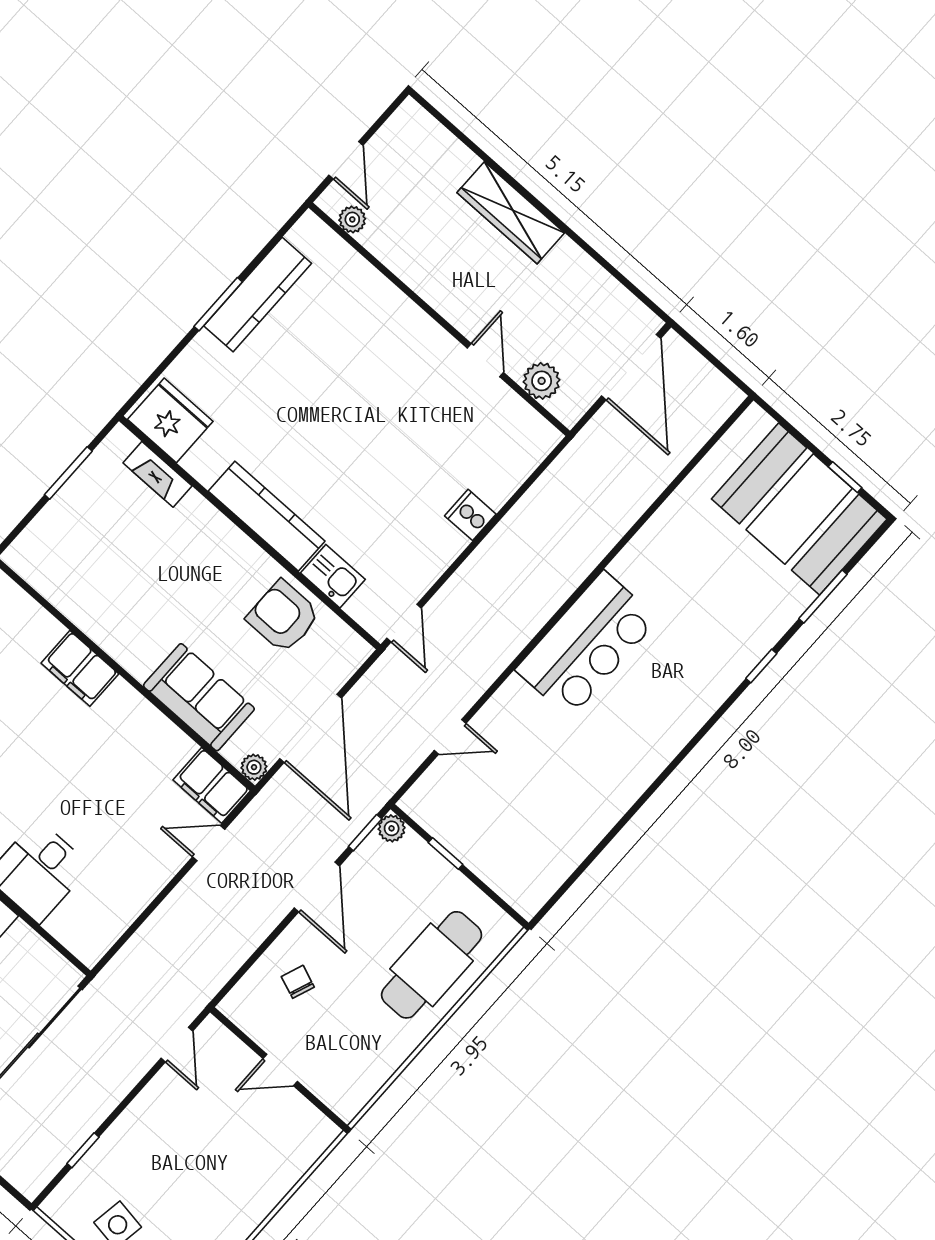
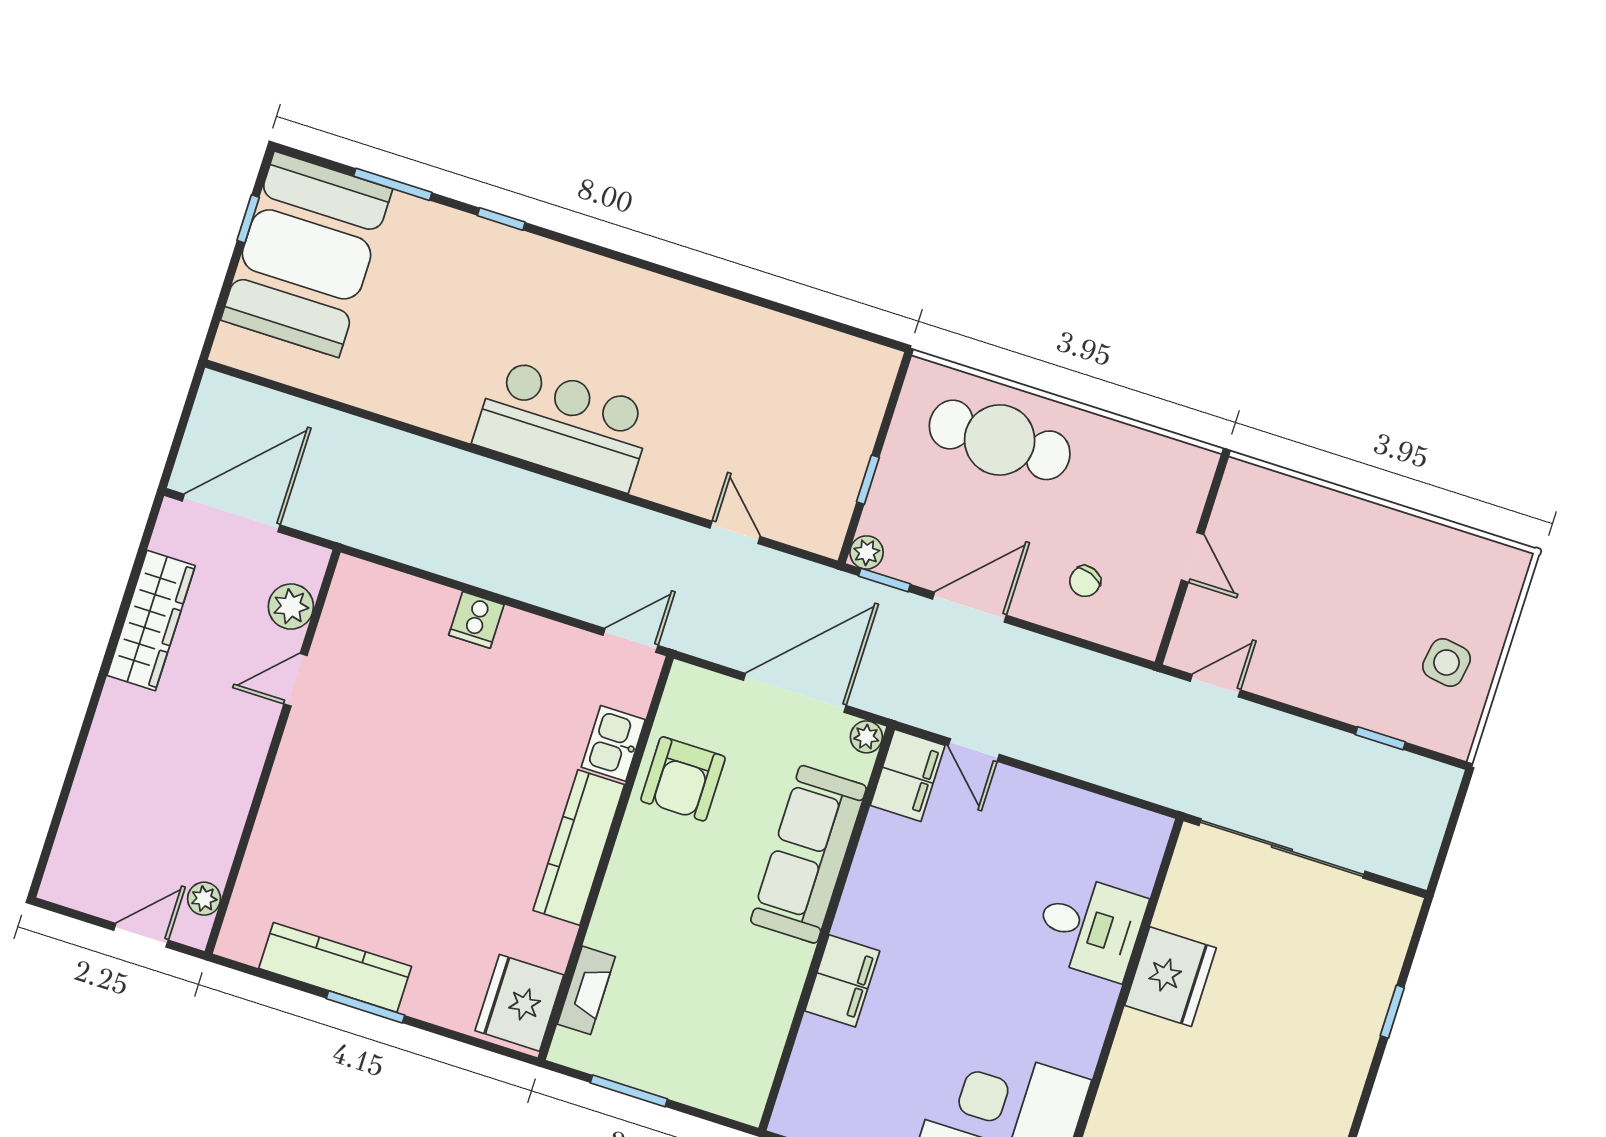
wardrobe: (511, 213) -> (151, 621), moved
sofa: (199, 697) -> (809, 854), width x1.36

